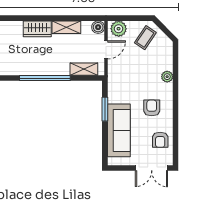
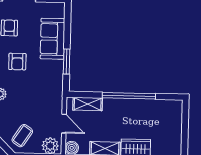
door: (106, 50) -> (64, 124), swing flipped
sofa: (119, 130) -> (52, 39), width x0.73

